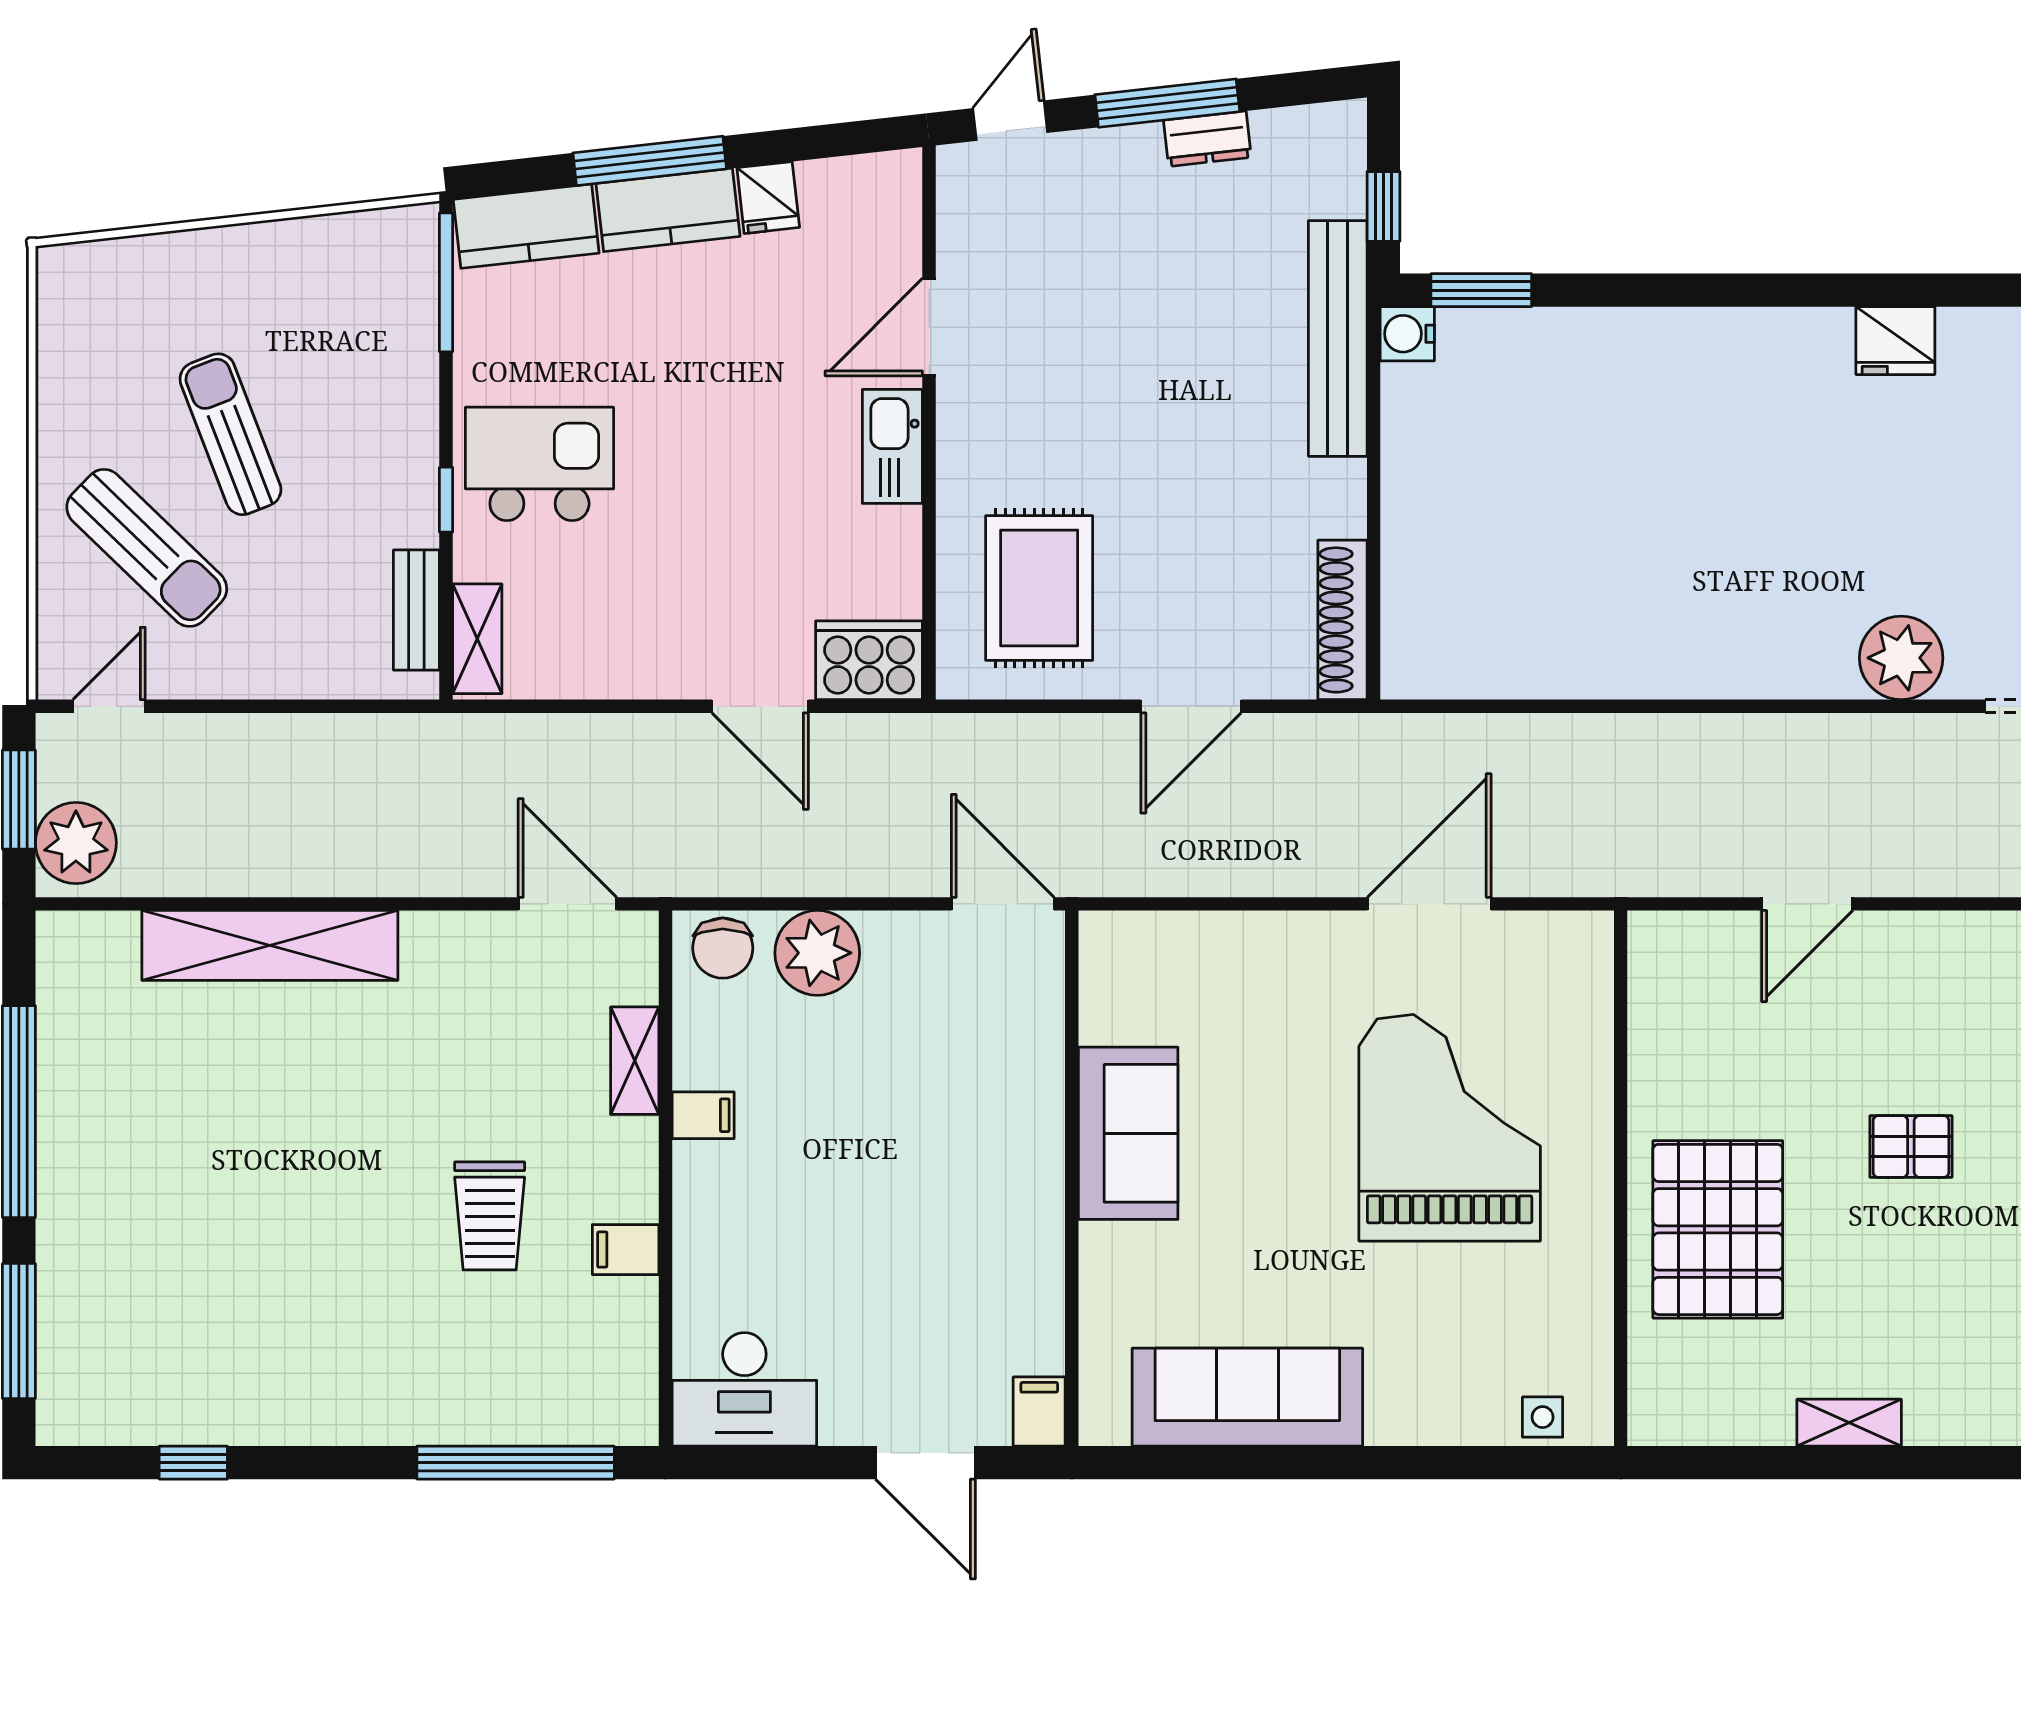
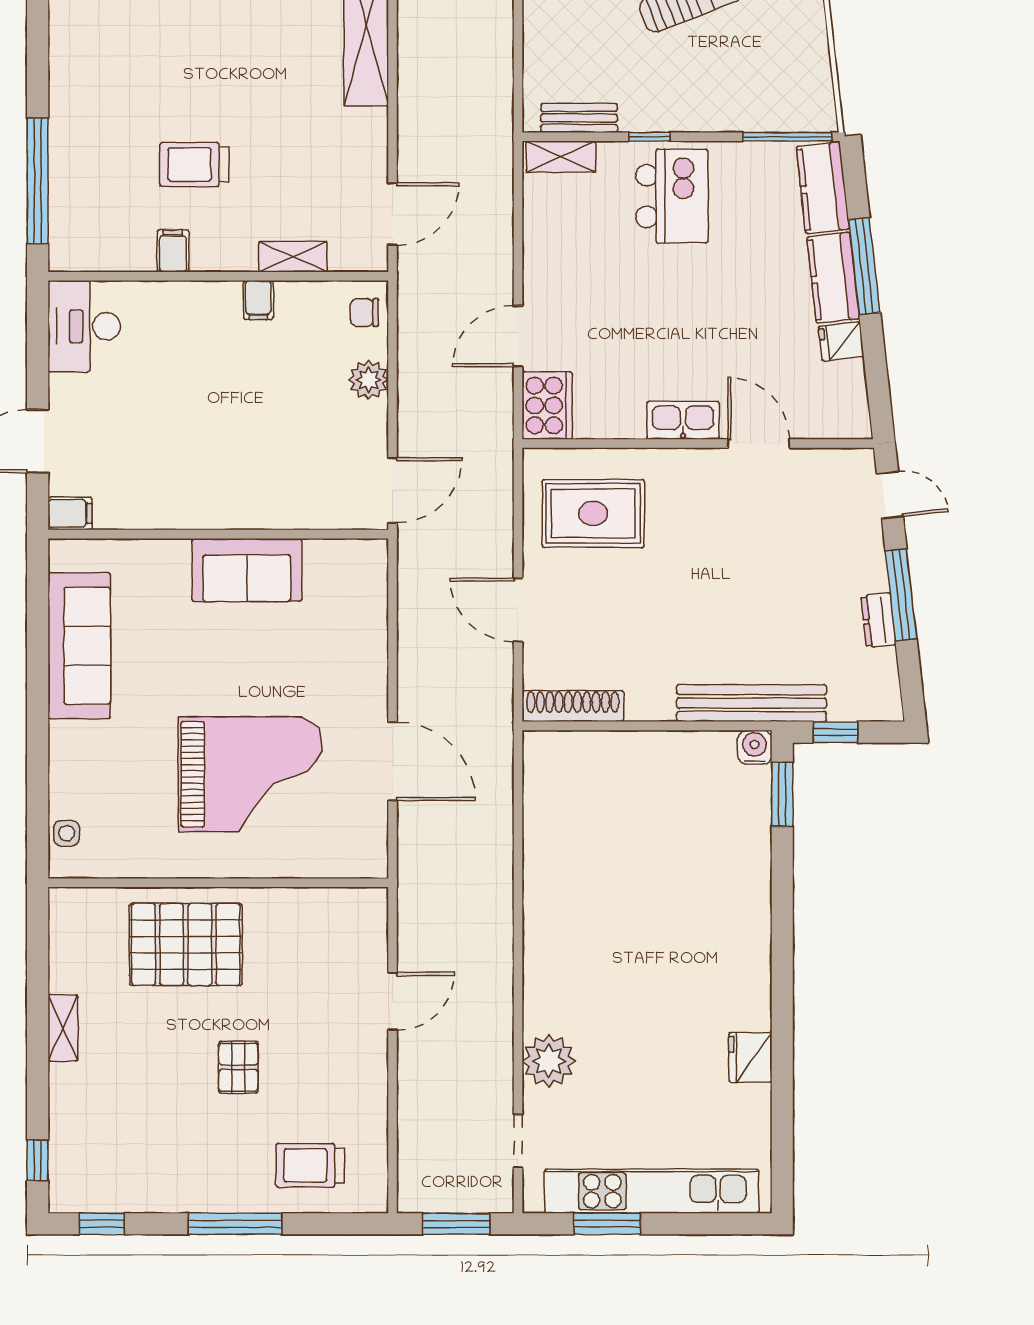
door: (1807, 904) -> (393, 1001), swing flipped
chair: (723, 948) -> (364, 313), width x0.73, depth x0.73
plant: (817, 953) -> (369, 380), width x0.73, depth x0.73

